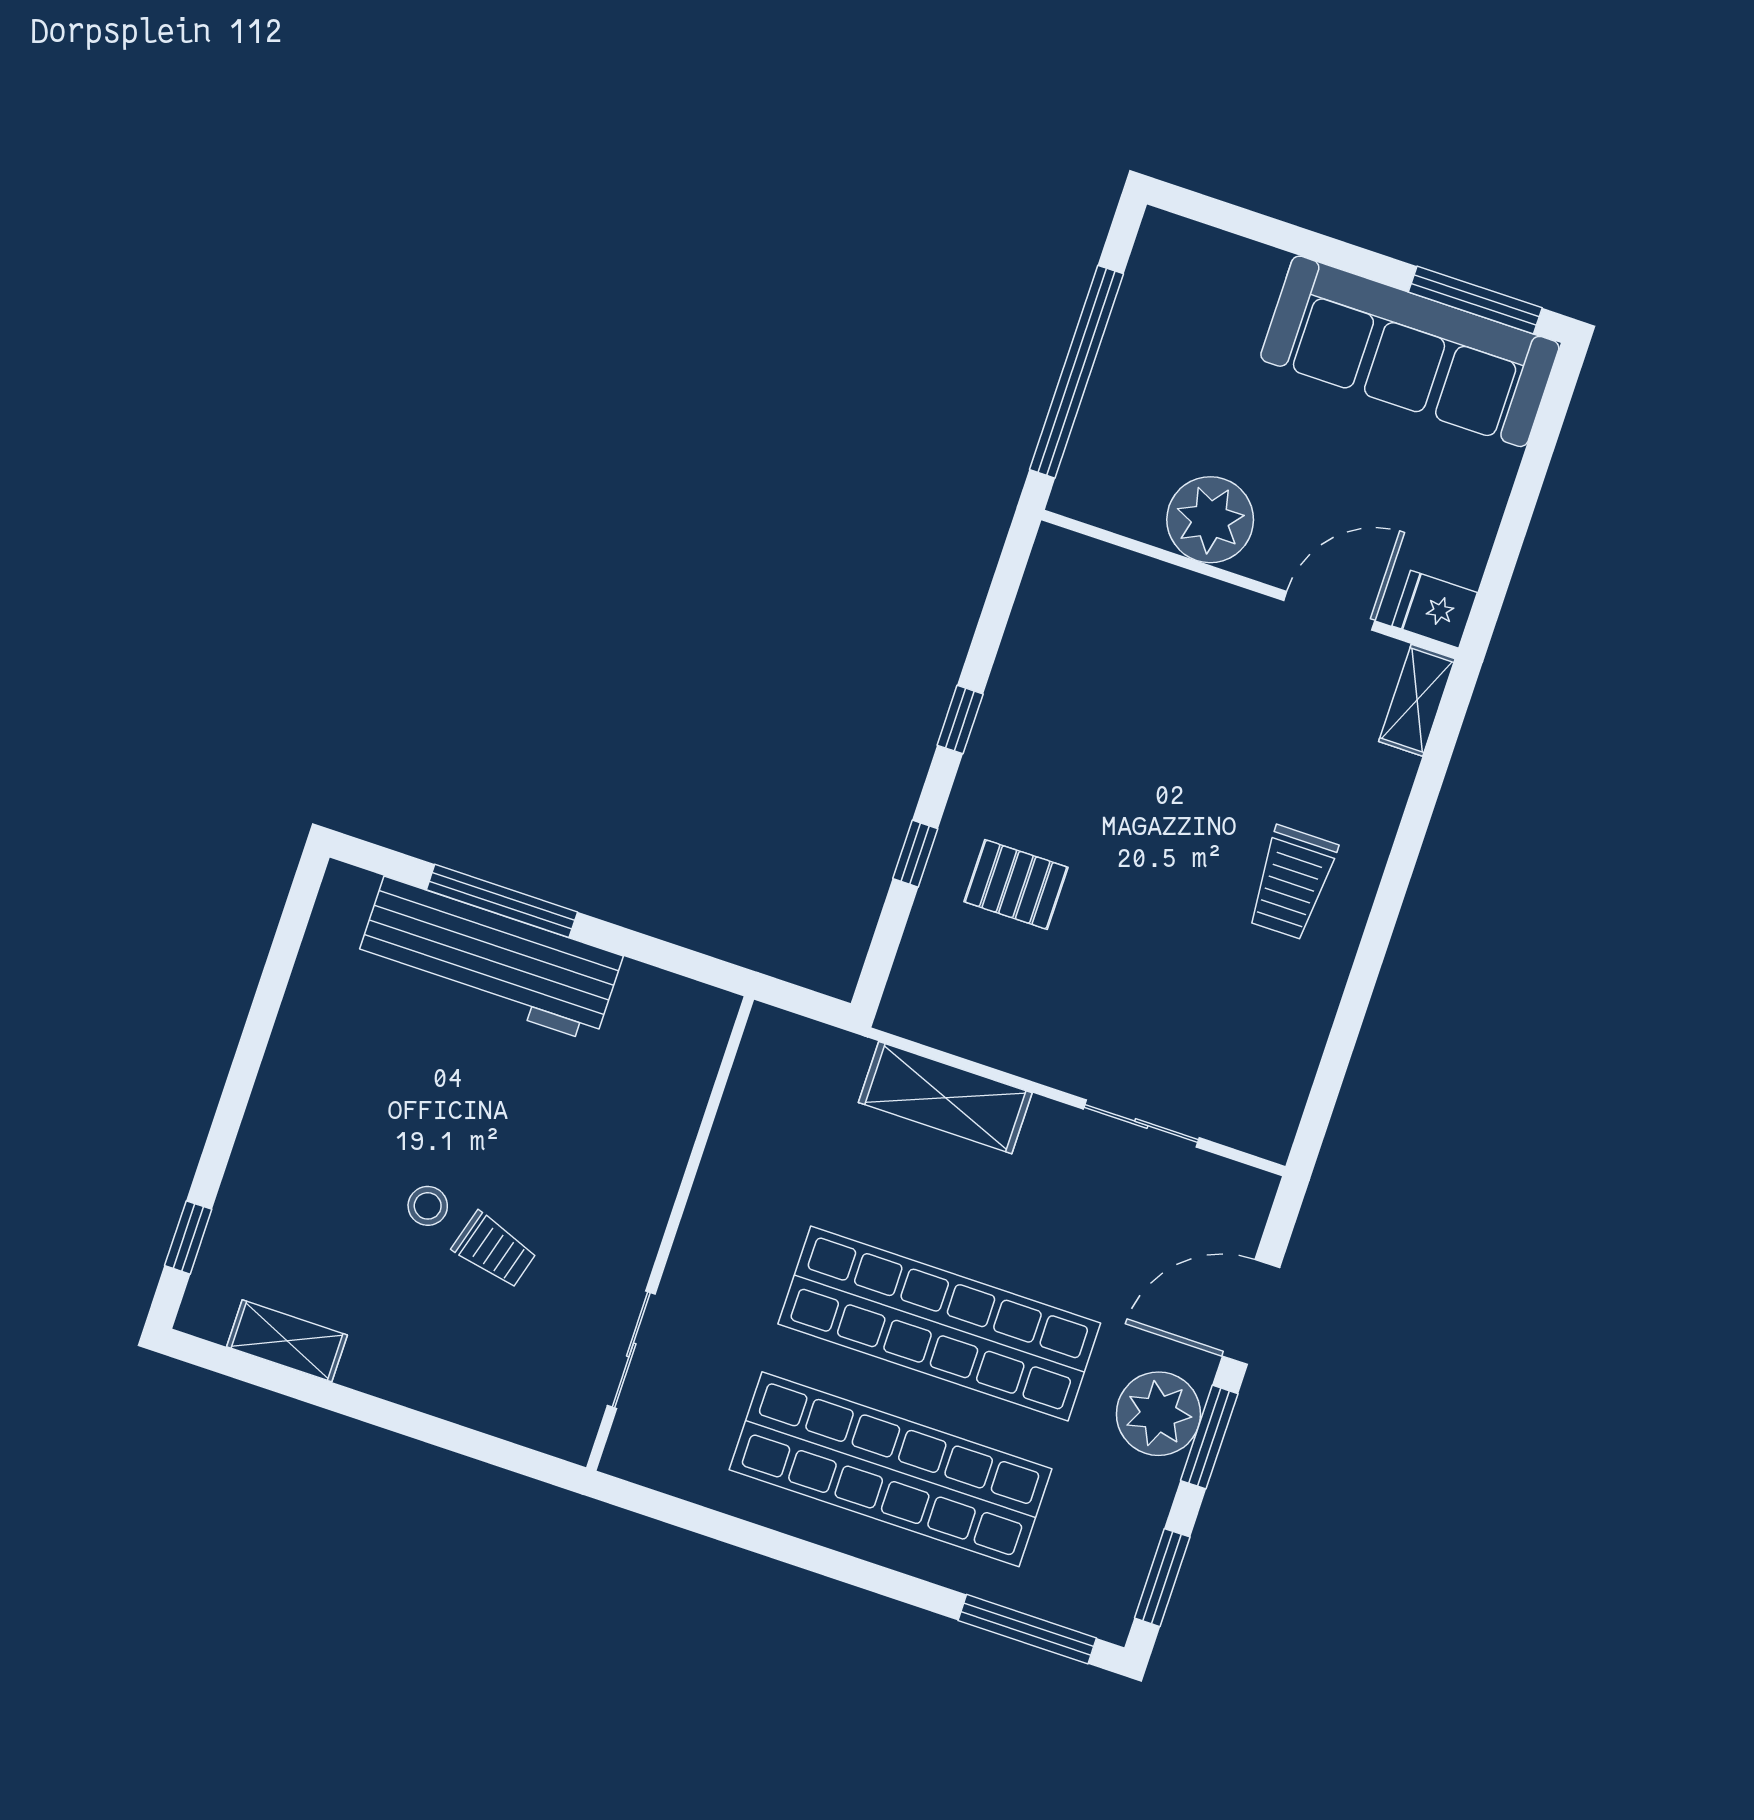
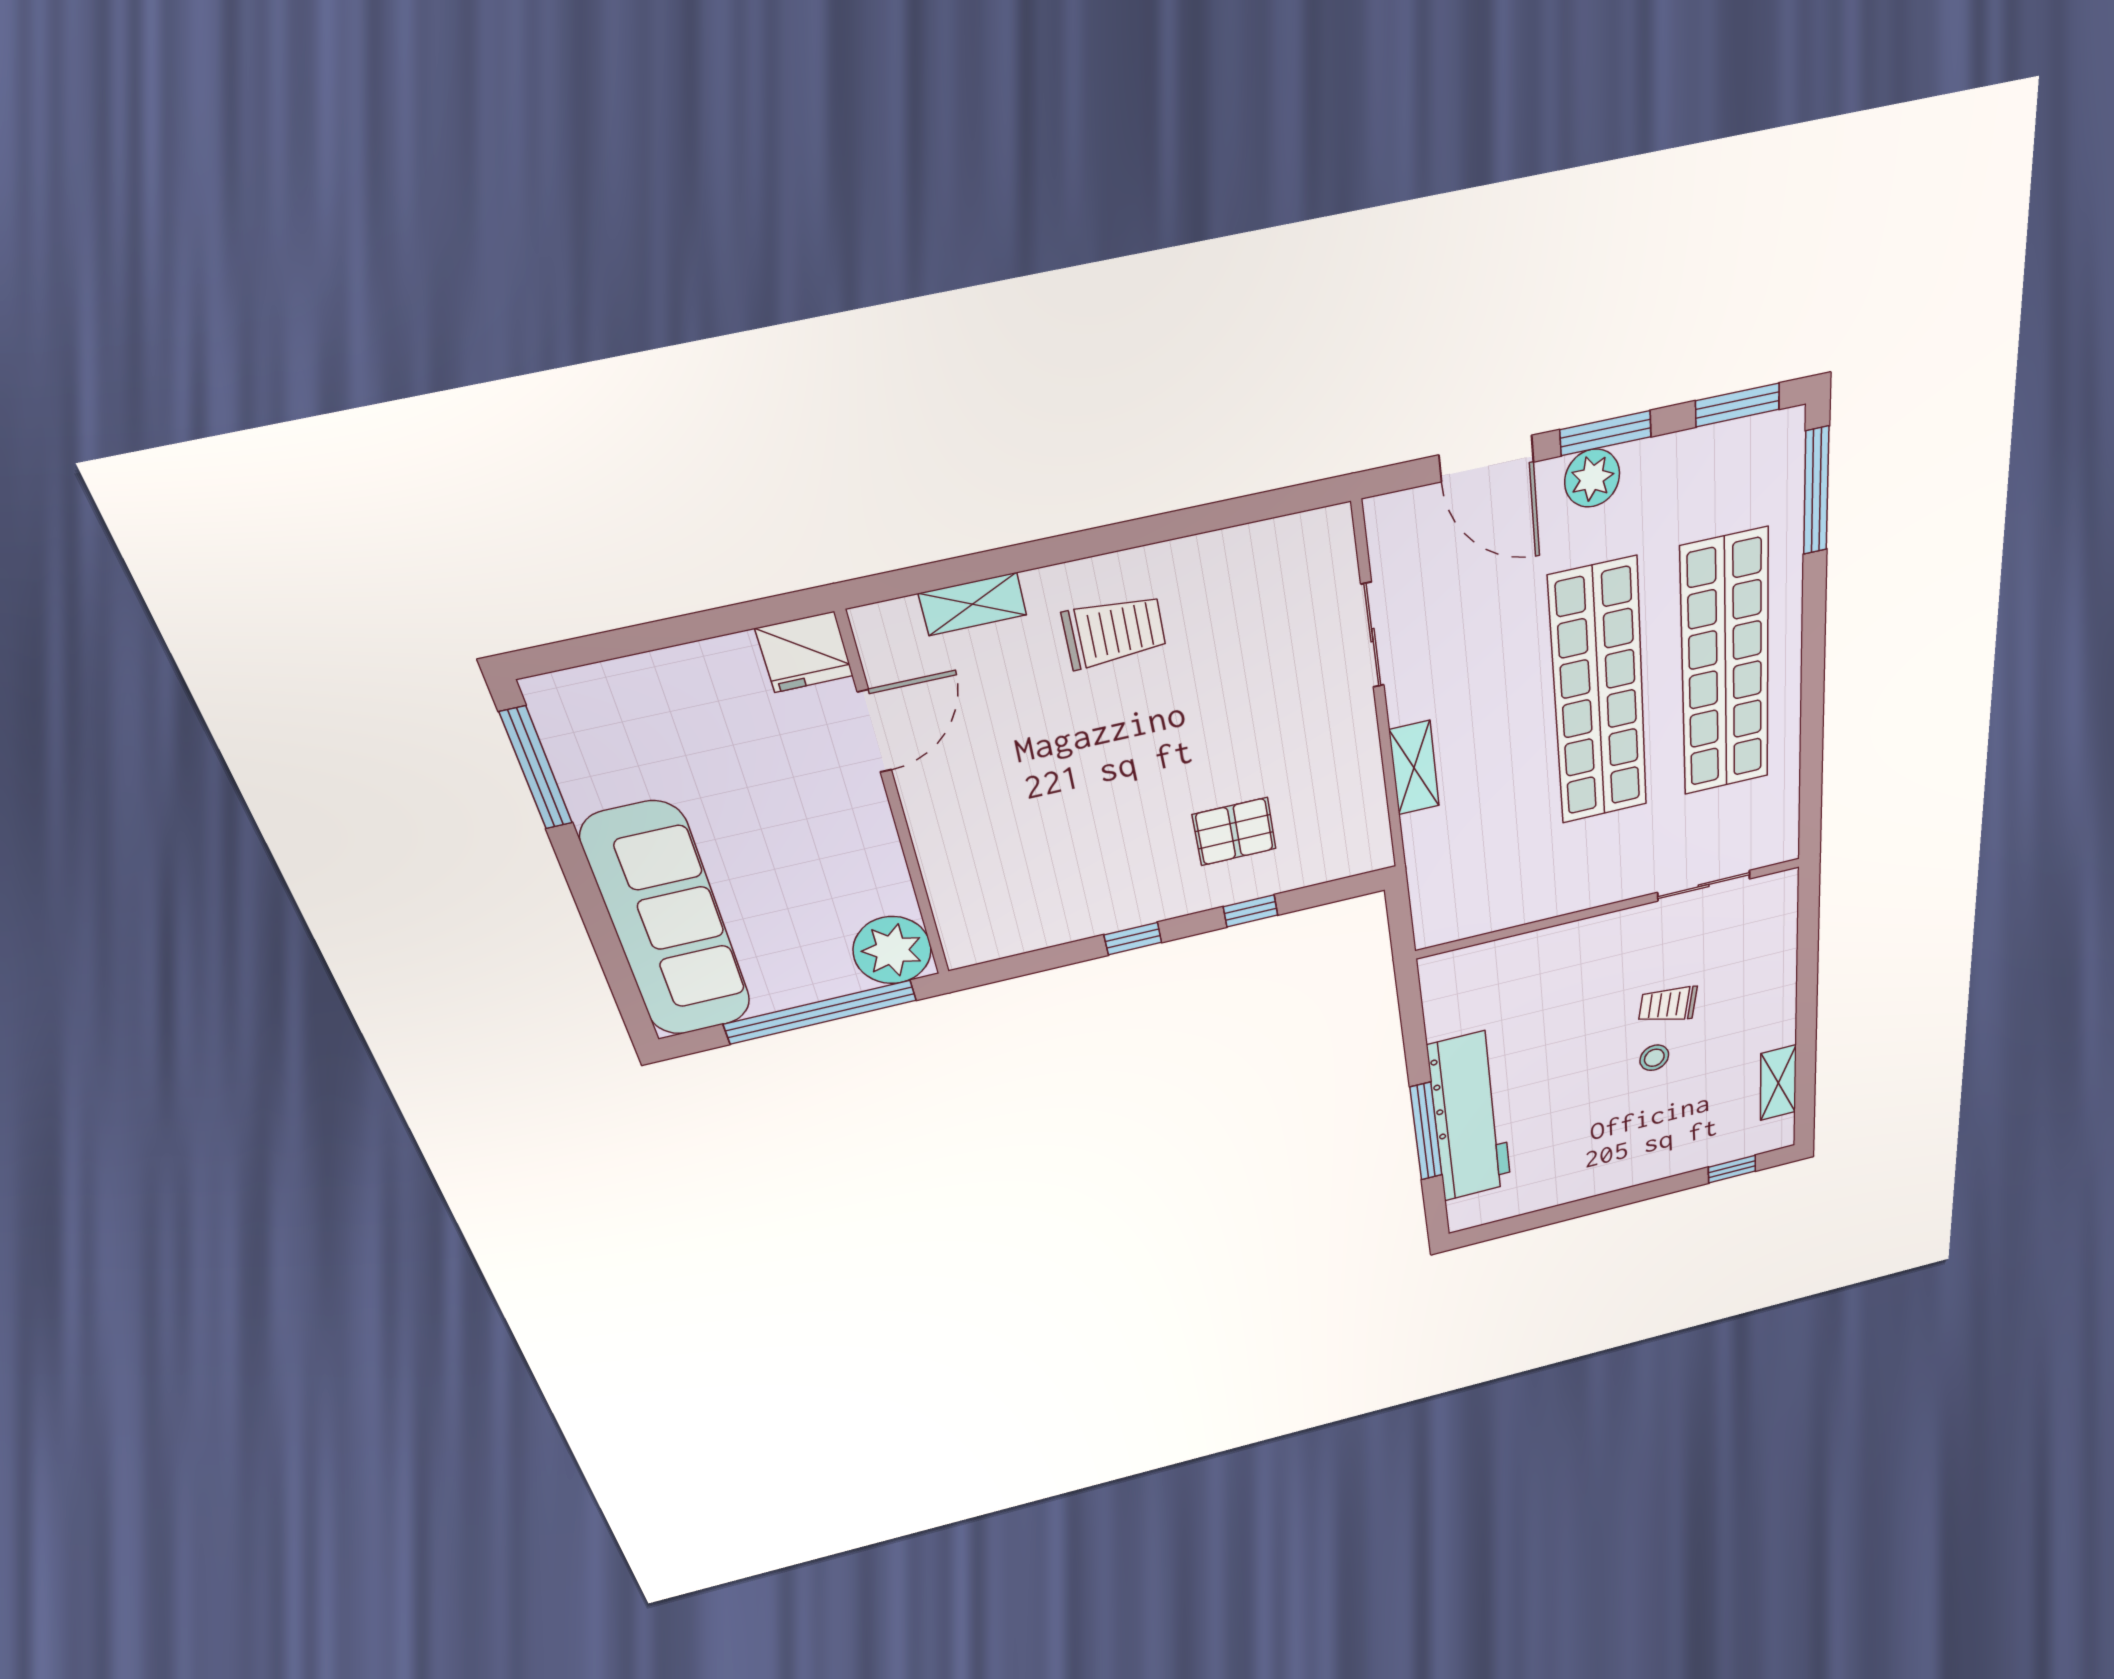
sofa: (1410, 351) -> (667, 921), moved
plant: (1210, 520) -> (892, 950), moved
fridge: (1435, 609) -> (804, 652), width x1.38
door: (1329, 611) -> (875, 731), swing flipped
shelving: (1417, 700) -> (973, 604), moved
pallet: (1016, 884) -> (1234, 832), turned 90
shelving: (945, 1098) -> (1414, 768), width x0.67, depth x0.75
trolley: (494, 1250) -> (1668, 1005), turned -96
plant: (1158, 1414) -> (1592, 478), width x0.73, depth x0.73

